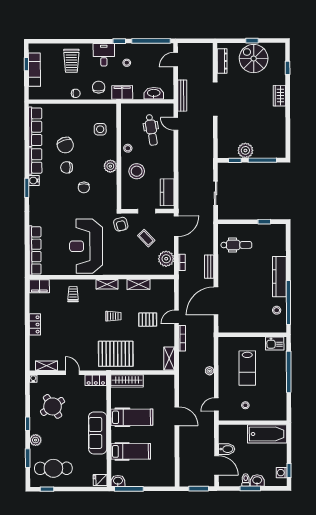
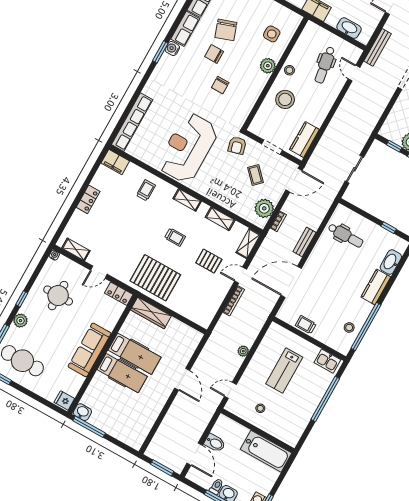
plant: (110, 166) -> (268, 66), moved
washbasin: (280, 246) -> (391, 262), added
kitchen counter: (279, 277) -> (376, 287), width x0.67
trolley: (244, 326) -> (306, 325), added
shelving: (169, 359) -> (248, 243), moved
door: (73, 373) -> (99, 272), swing flipped
round table: (53, 406) -> (58, 296), turned 33
hospital bed: (131, 451) -> (122, 373), moved

